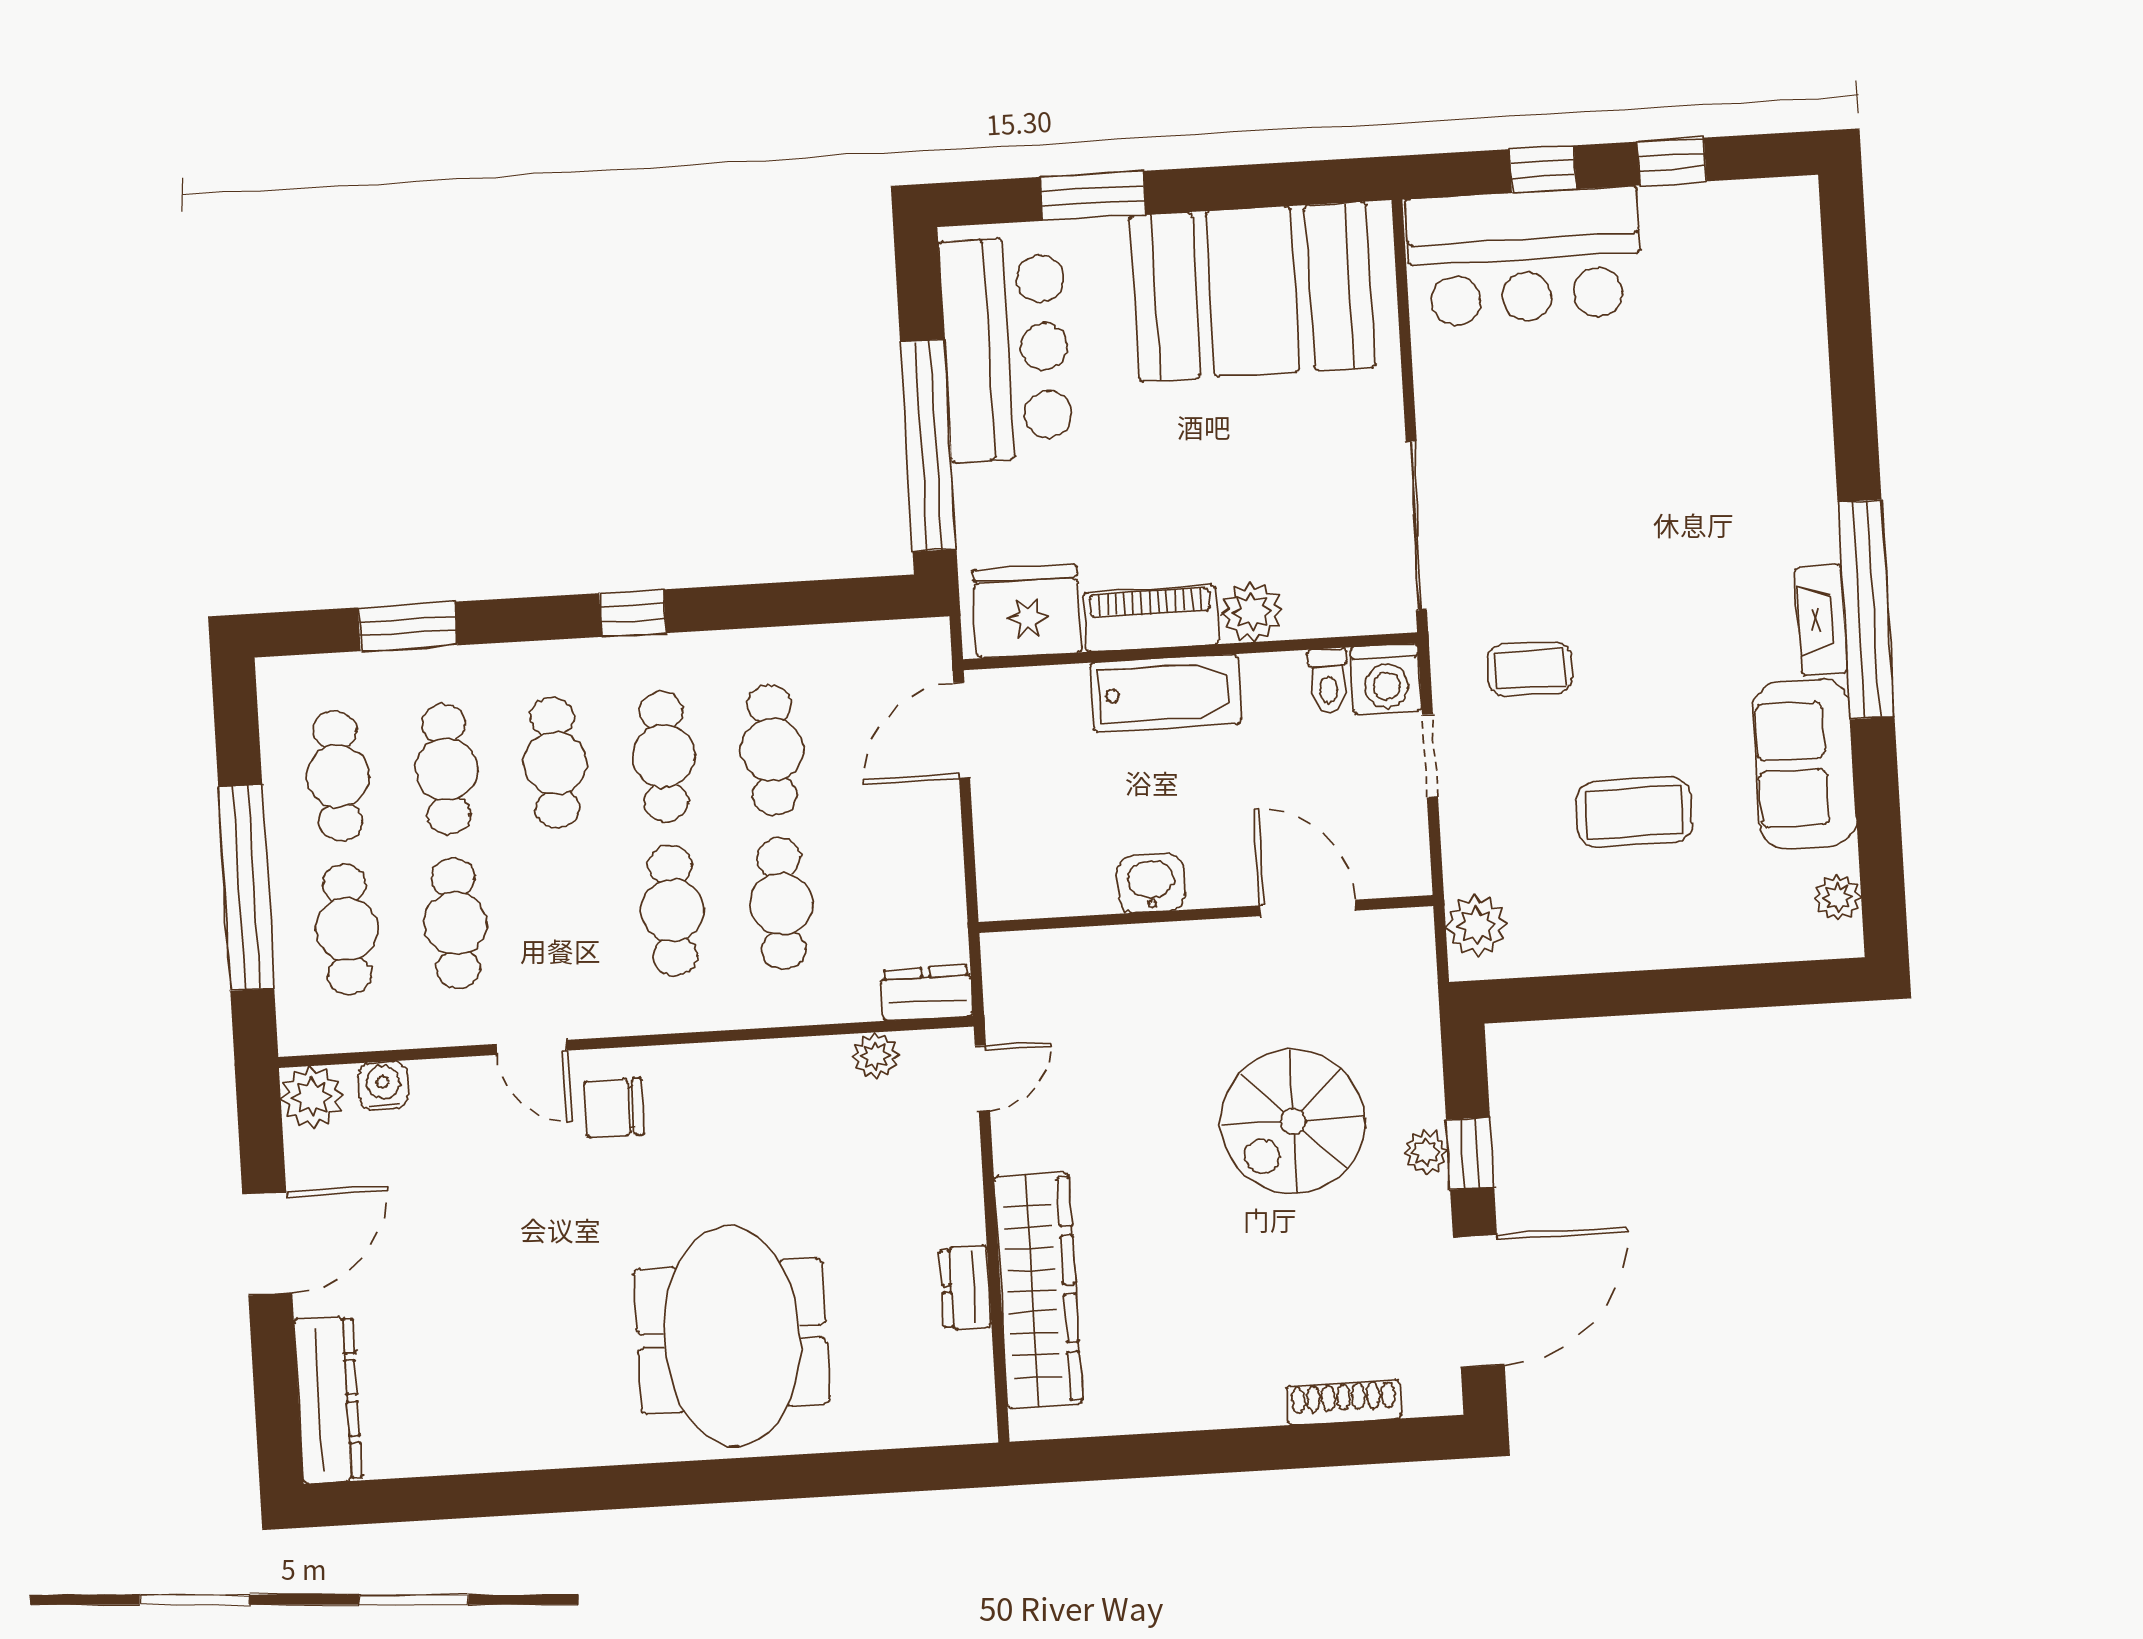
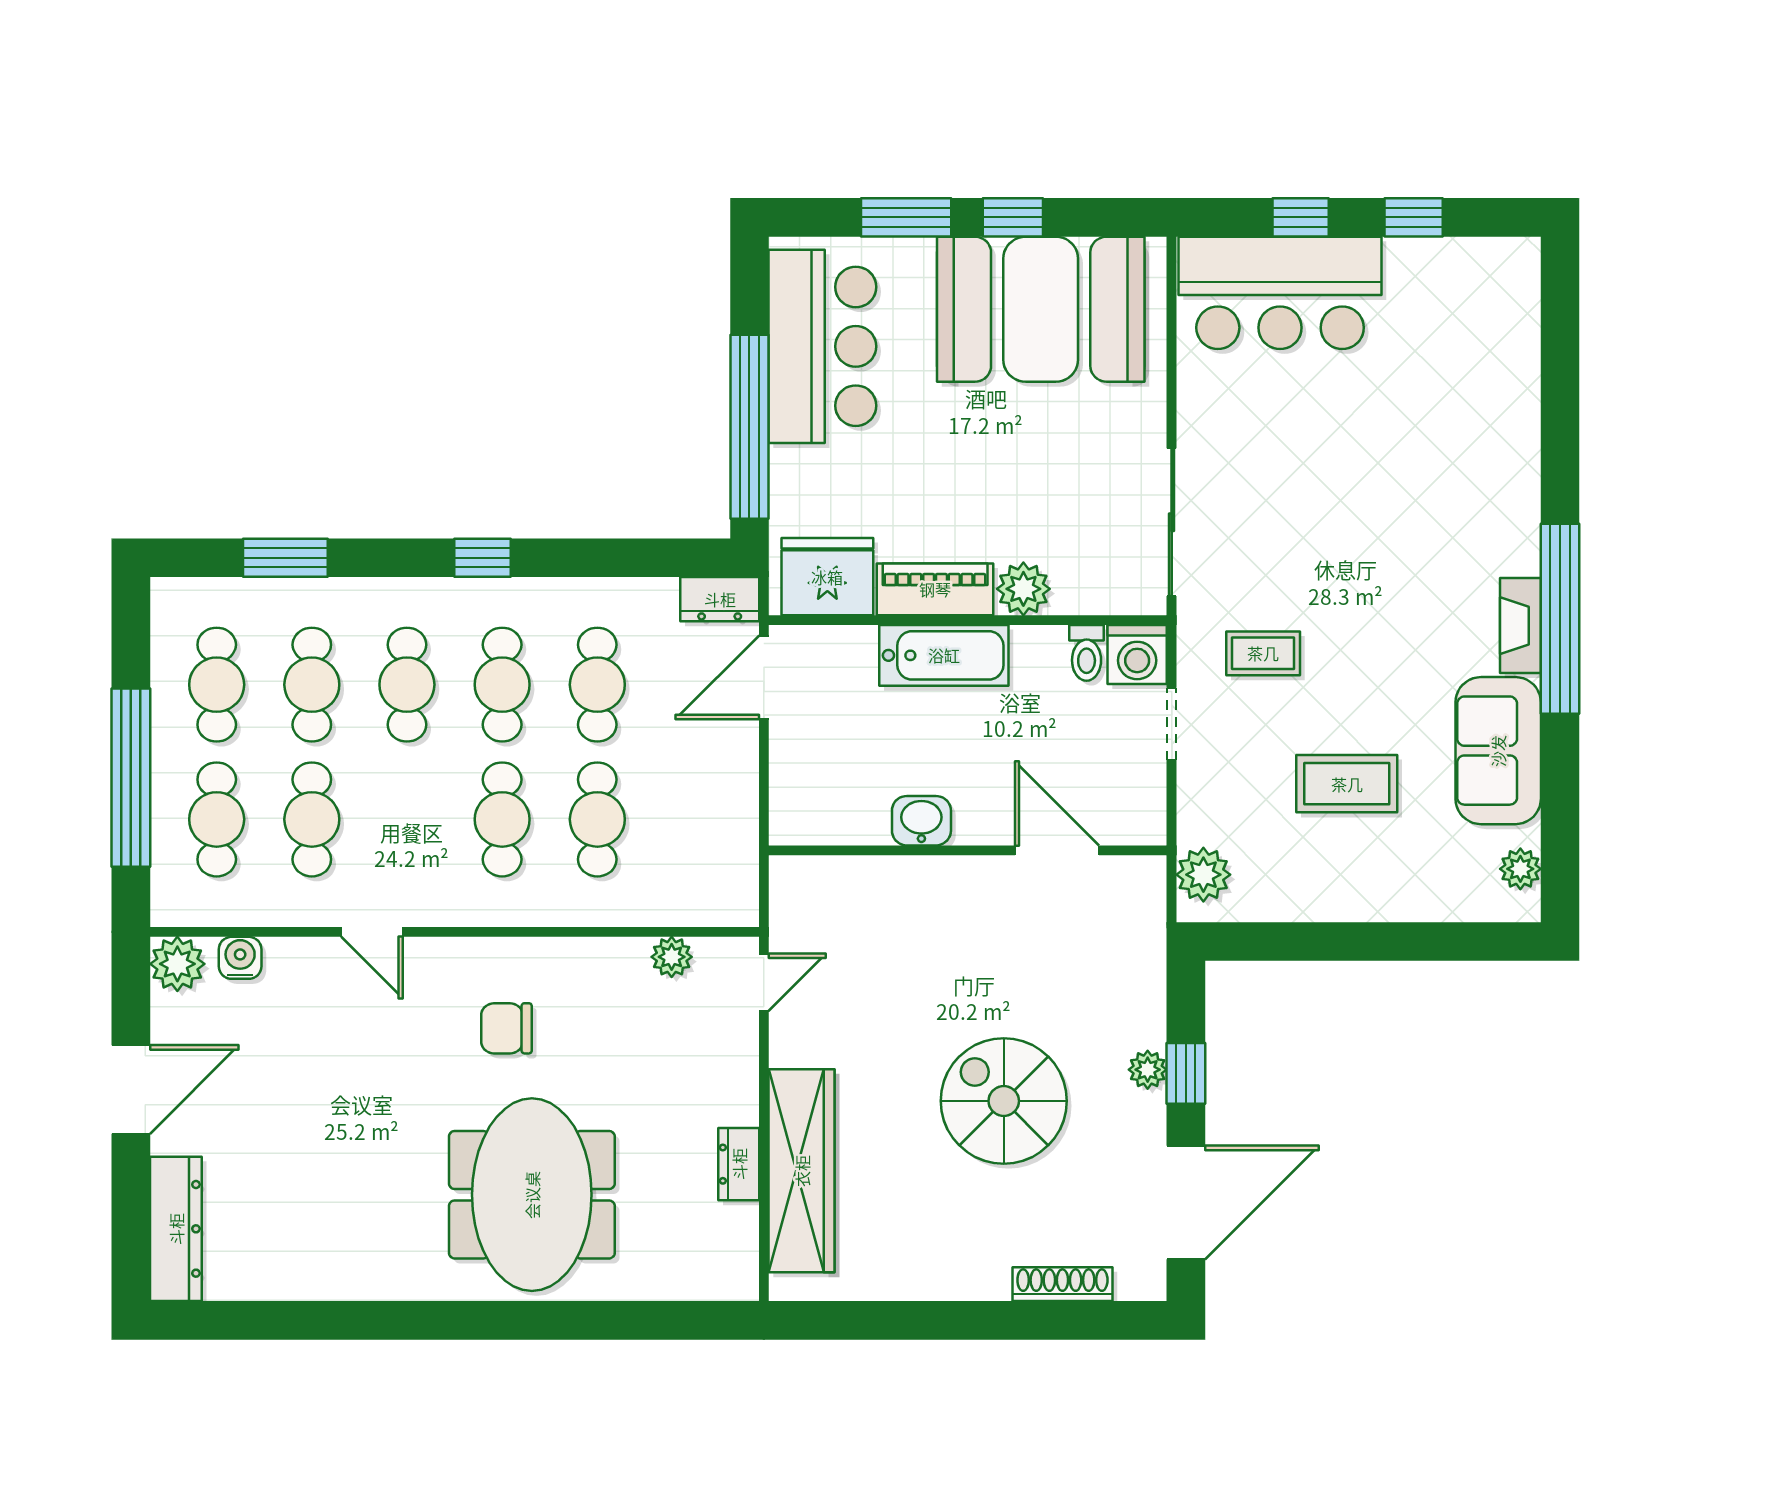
window: (1215, 189) -> (1013, 217), added
dresser: (927, 993) -> (720, 599), moved, turned 180
chair: (614, 1108) -> (507, 1028), moved
spiral stairs: (1293, 1121) -> (1004, 1101), moved, turned 90

